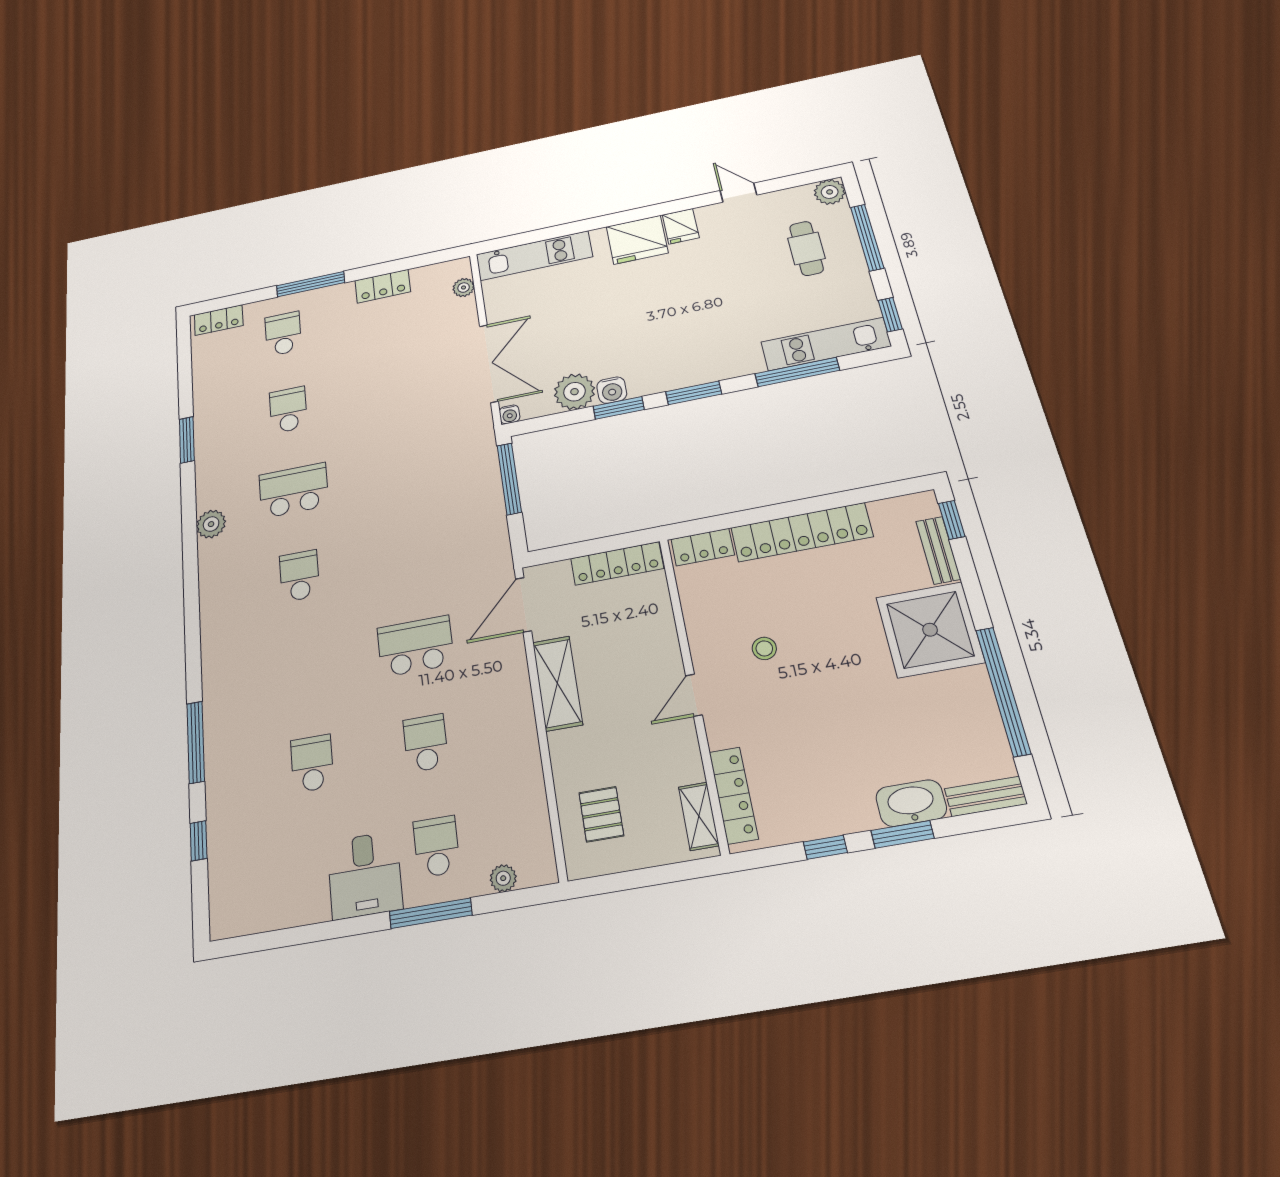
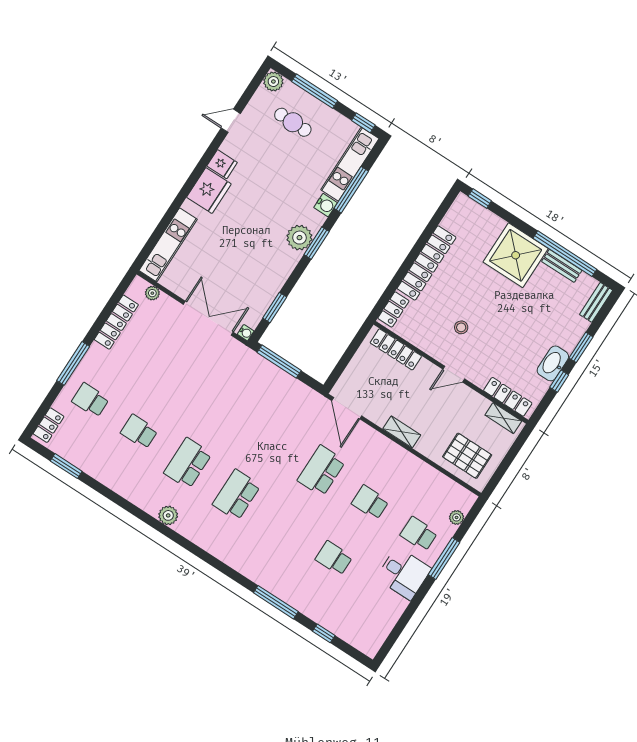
locker: (383, 286) -> (116, 322), width x1.53
water cooler: (612, 390) -> (326, 205), moved
plant: (574, 392) -> (299, 238), moved
window: (619, 408) -> (275, 308), moved
window: (187, 440) -> (66, 466), moved
bench: (938, 550) -> (562, 266), moved
locker: (617, 563) -> (396, 349), moved, turned 90
school desk: (299, 576) -> (236, 495), width x1.85
shelving: (557, 683) -> (402, 432), width x0.67, depth x0.75
door: (694, 695) -> (454, 374), hinge flipped
washbasin: (911, 803) -> (553, 363), moved
pallet: (601, 814) -> (467, 456), width x1.50, depth x1.42

